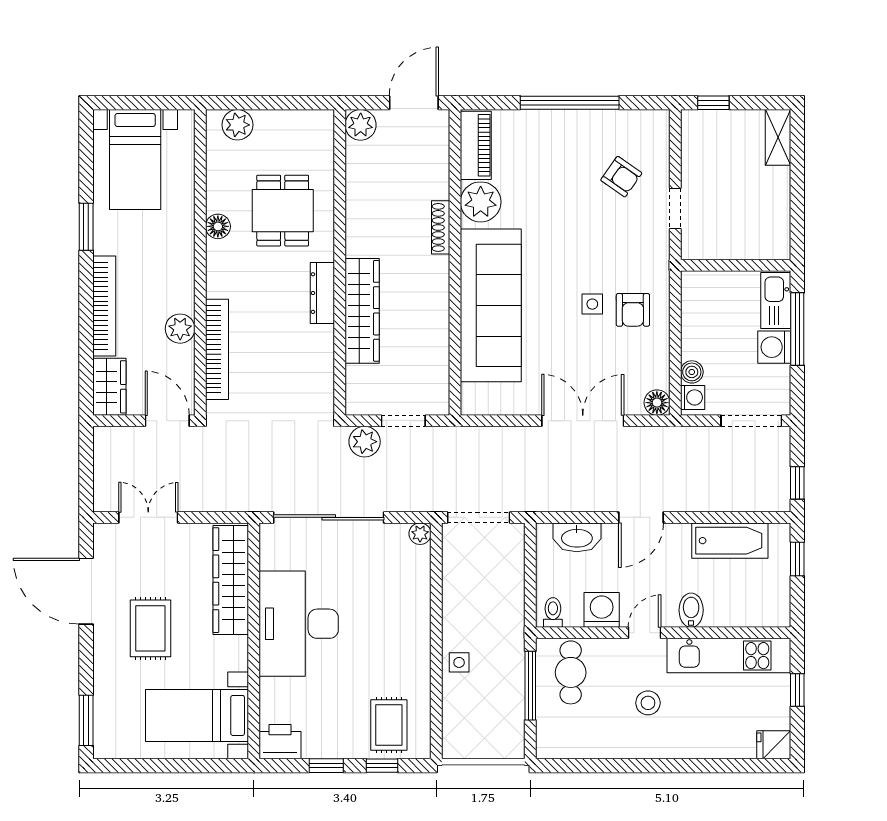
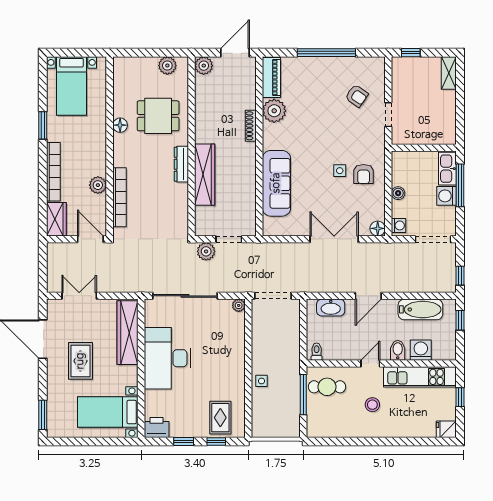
plant: (237, 125) -> (167, 66), moved
dining table: (283, 211) -> (158, 116), turned 90
sofa: (491, 305) -> (276, 183), width x0.74, depth x0.79
boiler: (692, 372) -> (398, 193), moved
washing machine: (602, 610) -> (421, 350), moved
cafe table: (571, 672) -> (327, 387), turned 90

